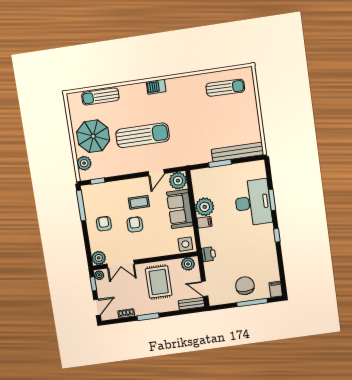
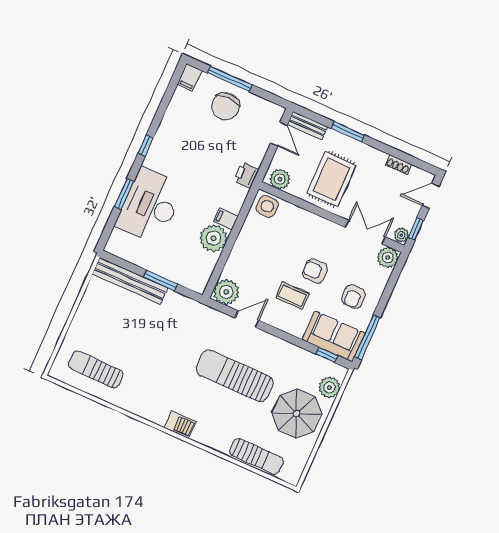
sofa: (180, 209) -> (334, 336), moved, turned -90
armchair: (135, 224) -> (315, 271), turned 89
window: (148, 317) -> (348, 132), moved

